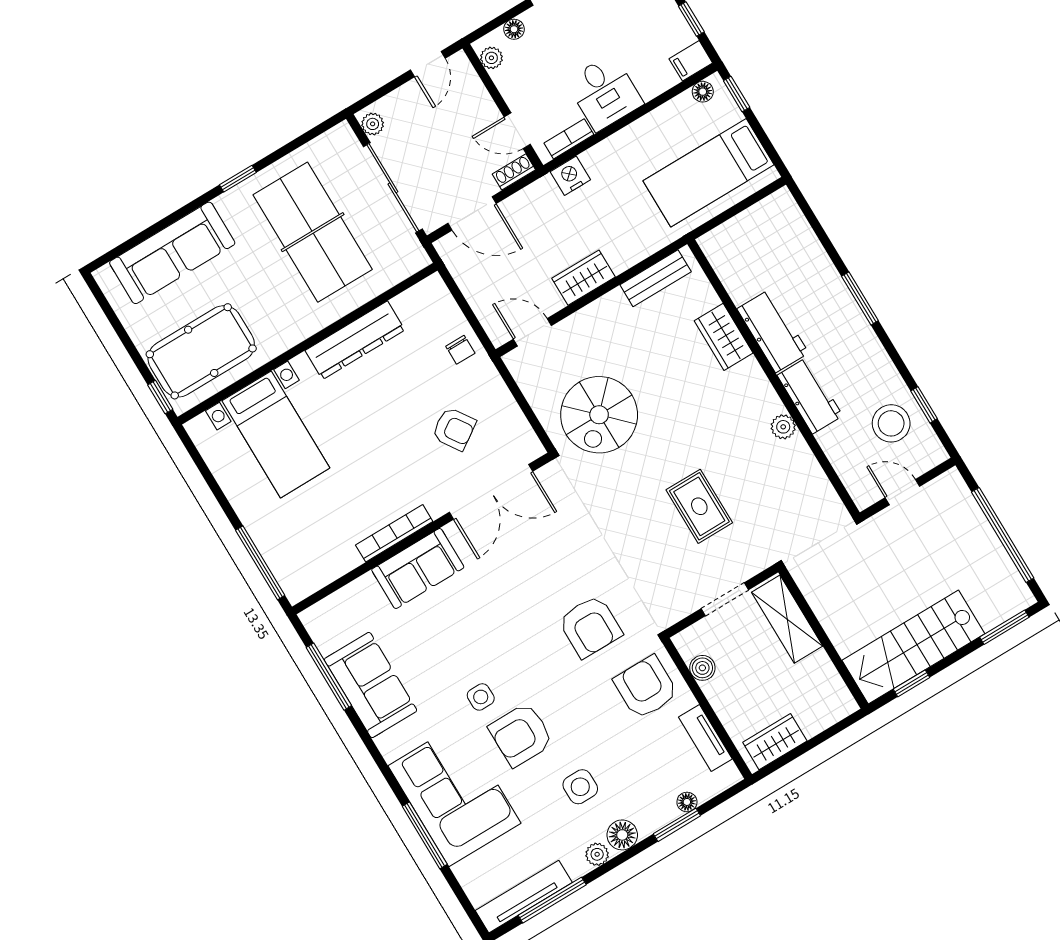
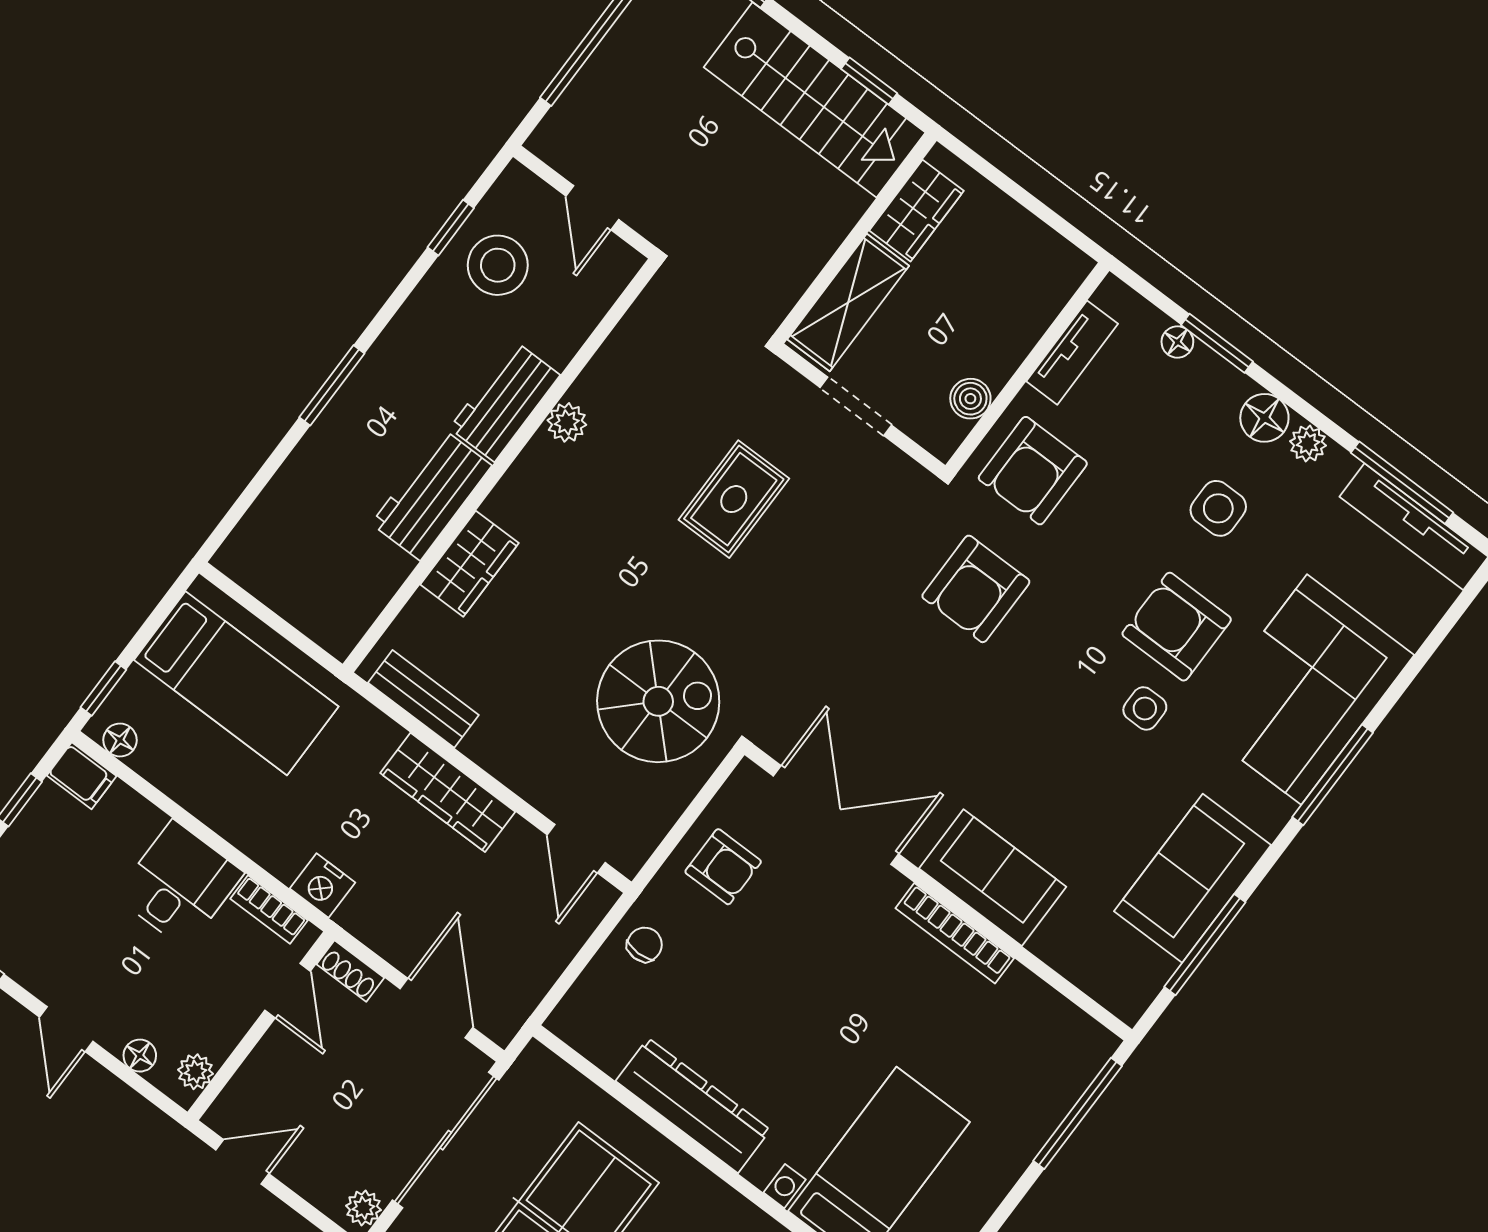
wardrobe: (583, 278) -> (448, 792), width x1.50
armchair: (454, 429) -> (723, 867), moved, turned 124
armchair: (590, 626) -> (976, 589), turned 180
armchair: (521, 735) -> (1177, 627), turned 180
wardrobe: (775, 742) -> (916, 211), moved, turned -90
window: (425, 835) -> (1333, 775), moved

